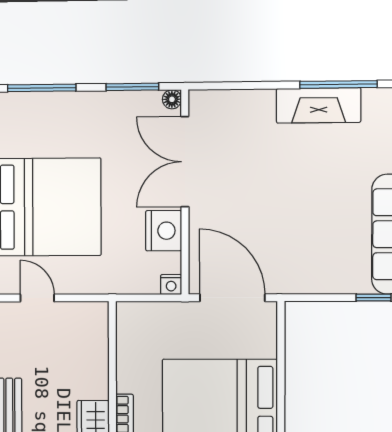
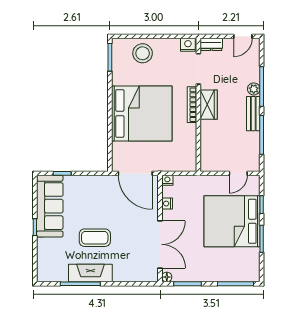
coffee table: (310, 174) -> (95, 238), added
nightstand: (164, 231) -> (167, 204), width x0.53, depth x0.56
door: (37, 298) -> (238, 173), hinge flipped

